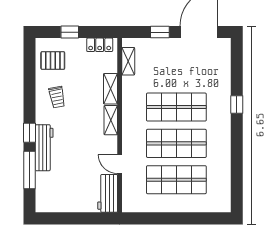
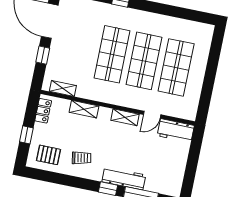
pallet: (53, 61) -> (48, 155), turned 90
shelving: (111, 120) -> (125, 117), moved

